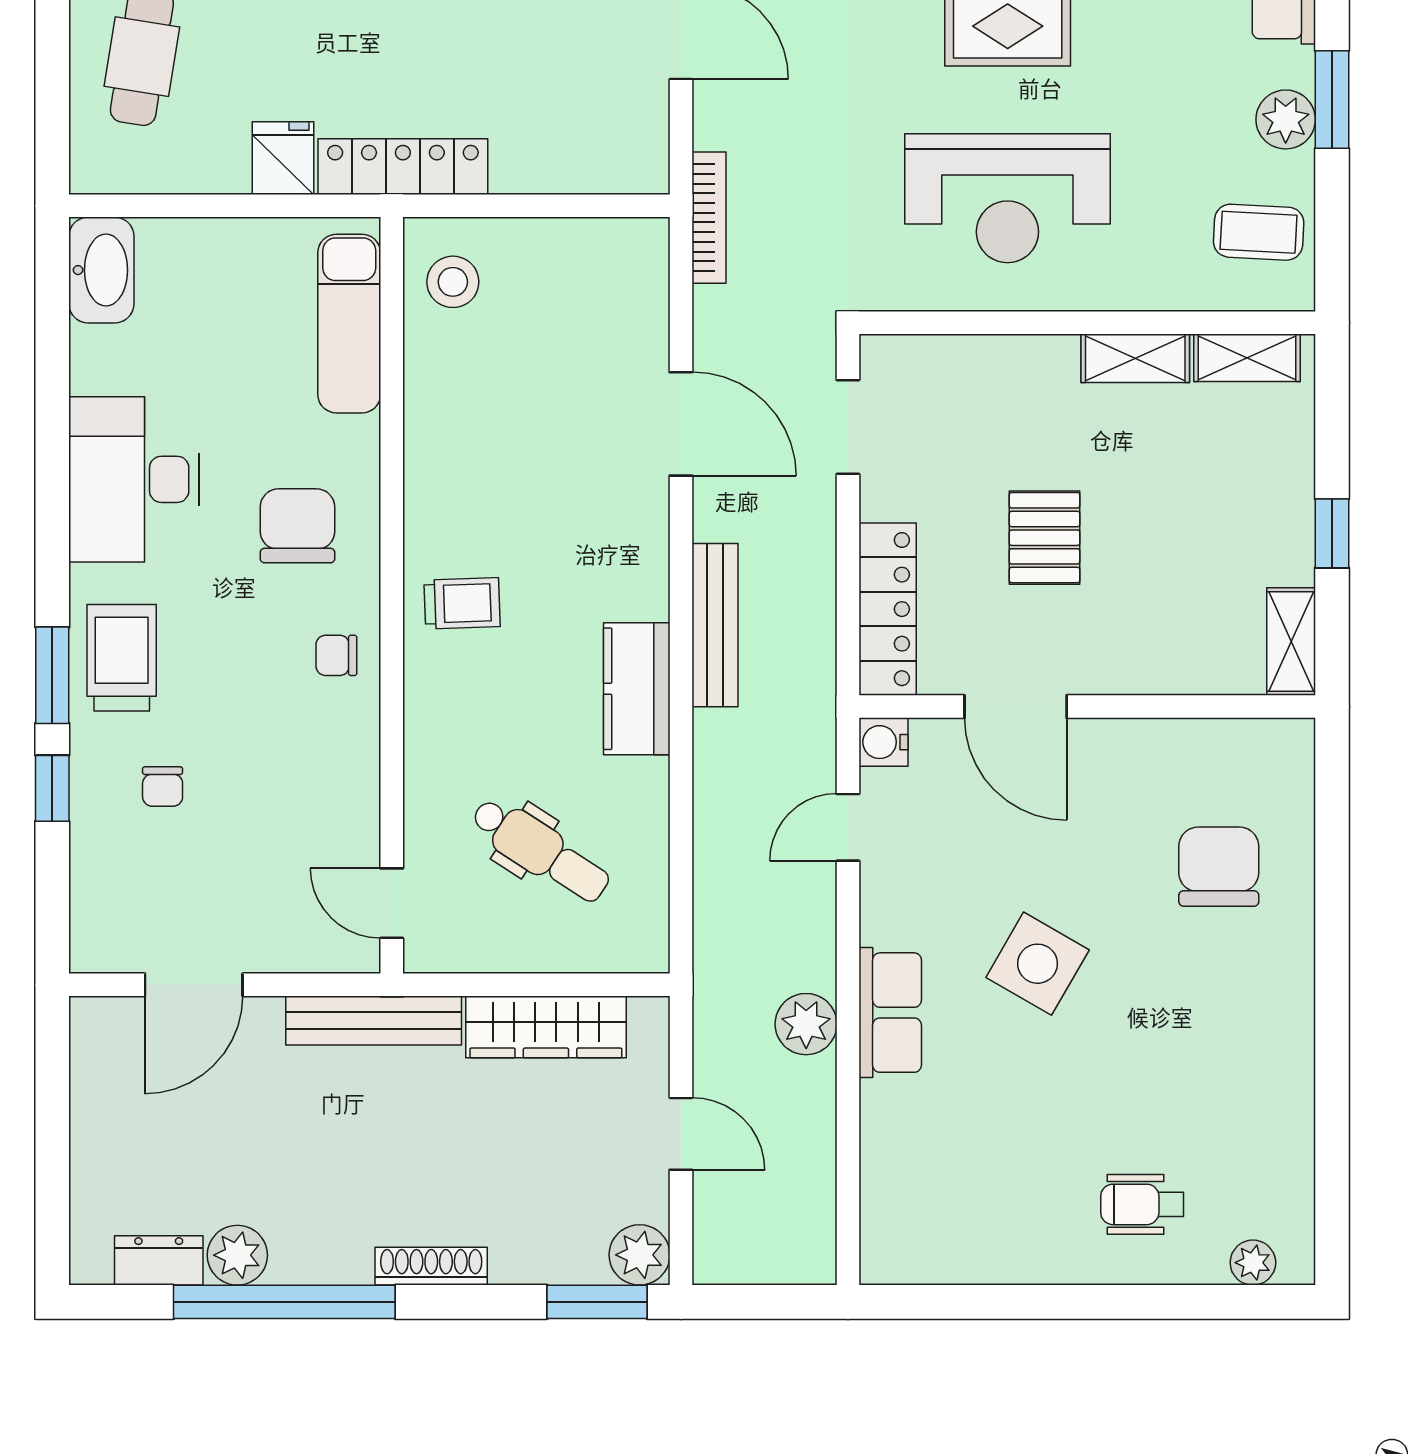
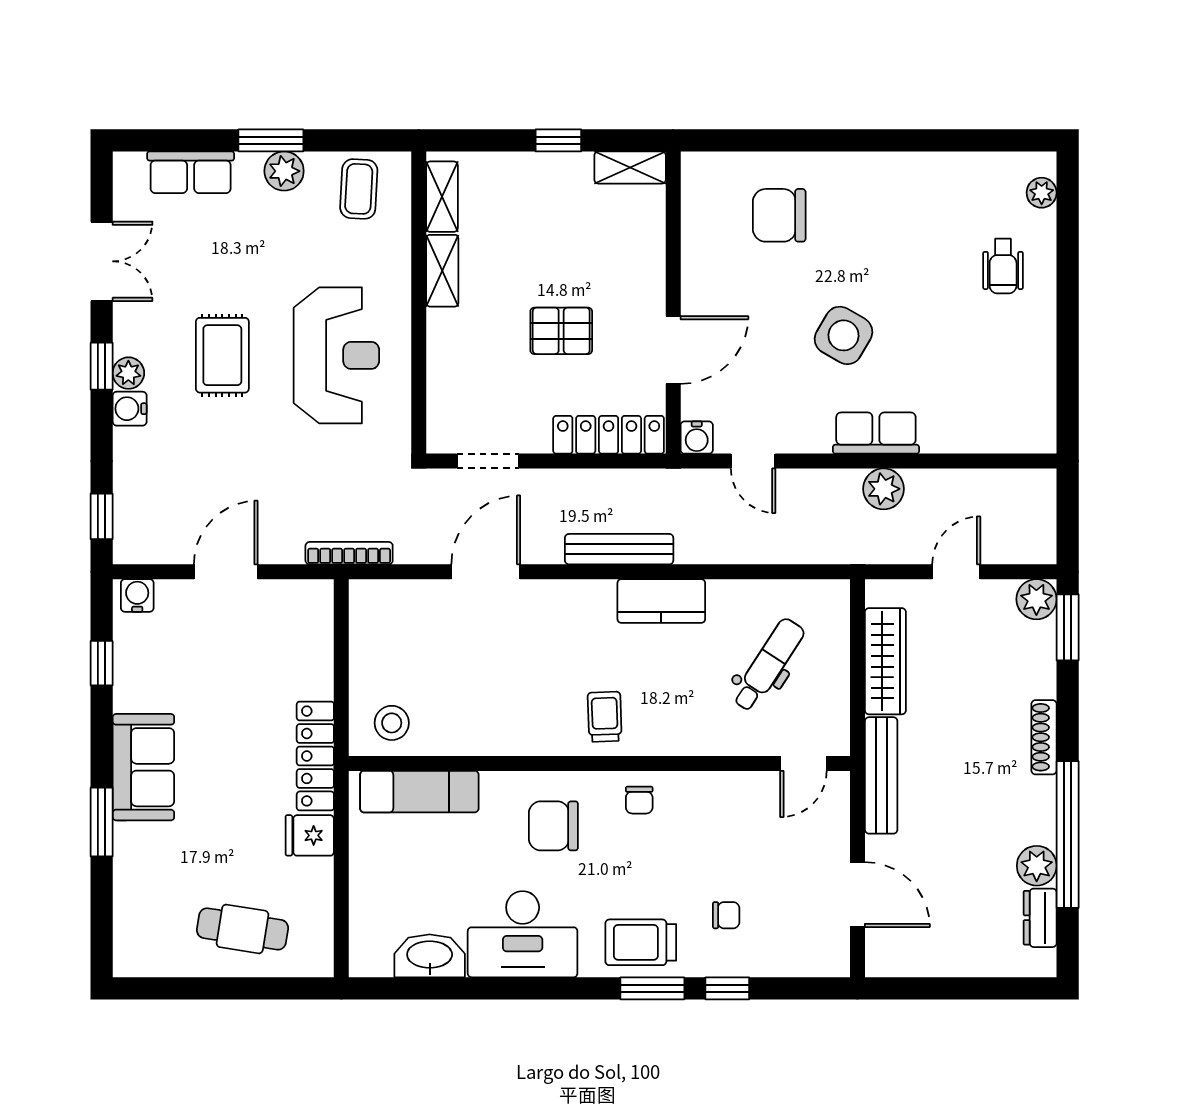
washbasin: (101, 270) -> (430, 956), moved

